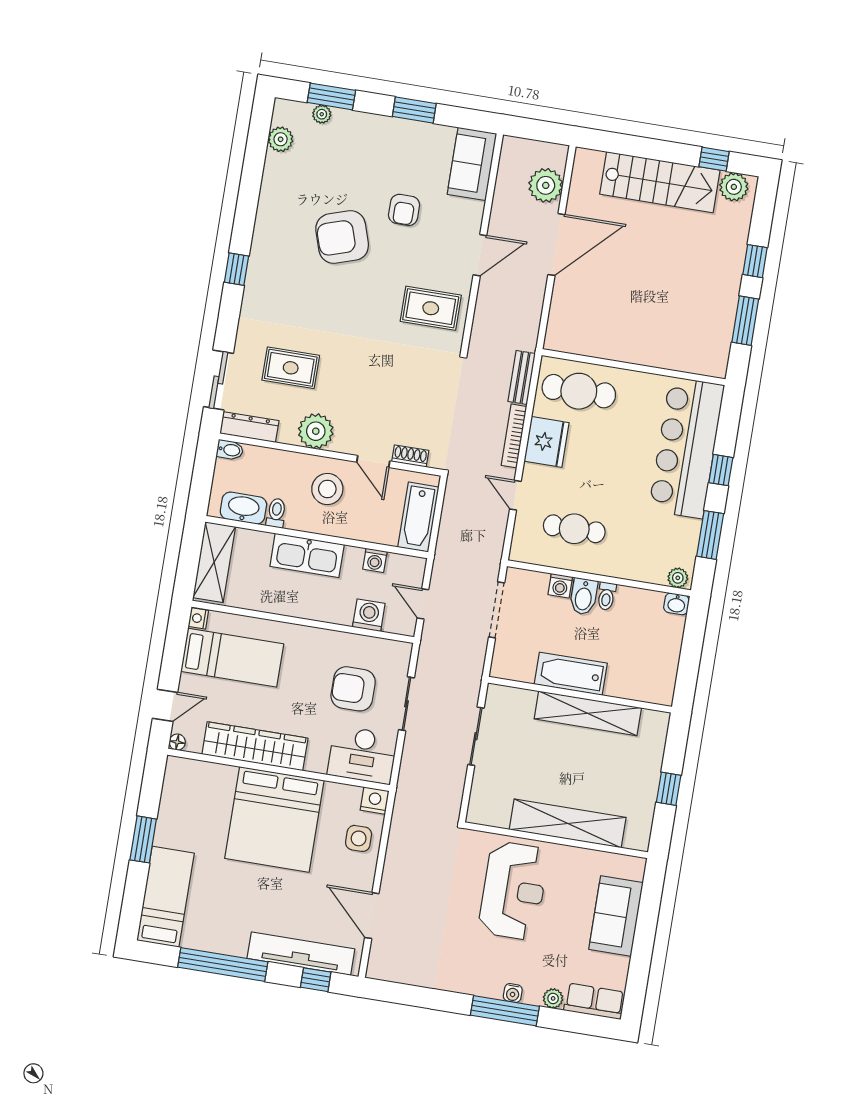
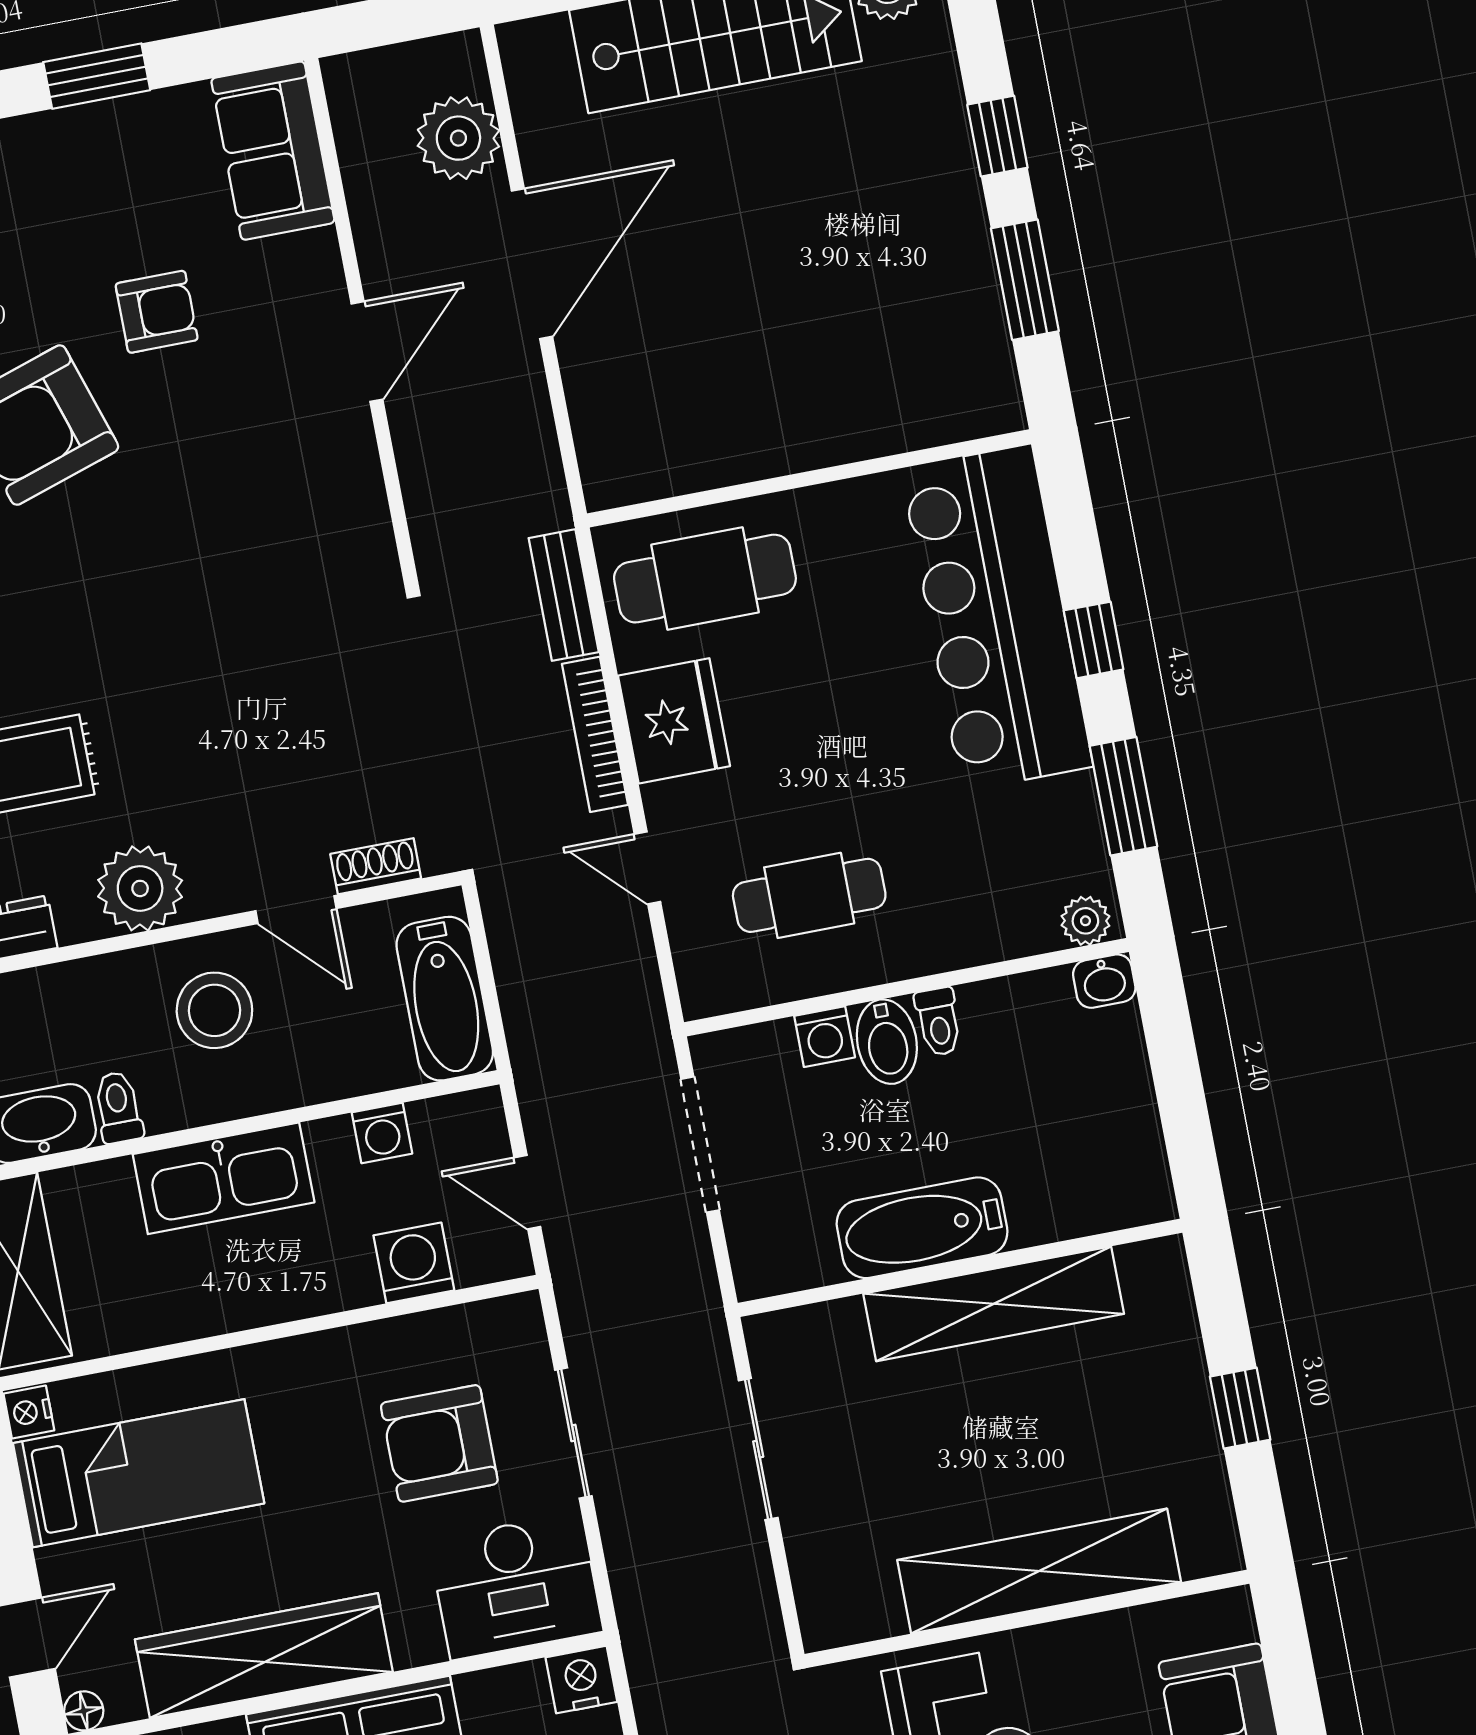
armchair: (404, 210) -> (157, 312), turned -90
rug: (431, 308) -> (299, 513), removed

